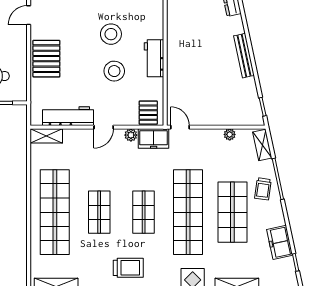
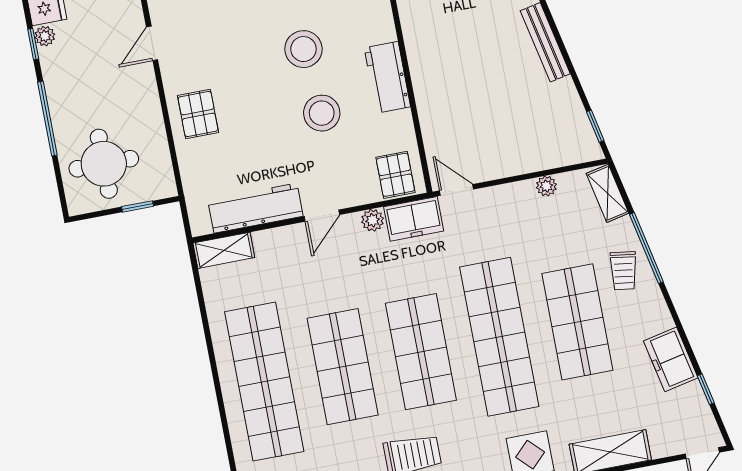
pallet: (46, 59) -> (198, 114), width x0.67, depth x0.71
shop shelf: (99, 212) -> (343, 367), width x1.43, depth x1.36
shop shelf: (144, 212) -> (421, 352), width x1.43, depth x1.36

